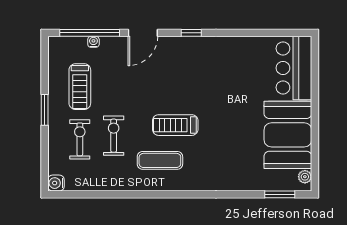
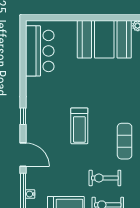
bar counter: (294, 68) -> (40, 51), moved, turned -90
treadmill: (175, 125) -> (79, 126), moved

